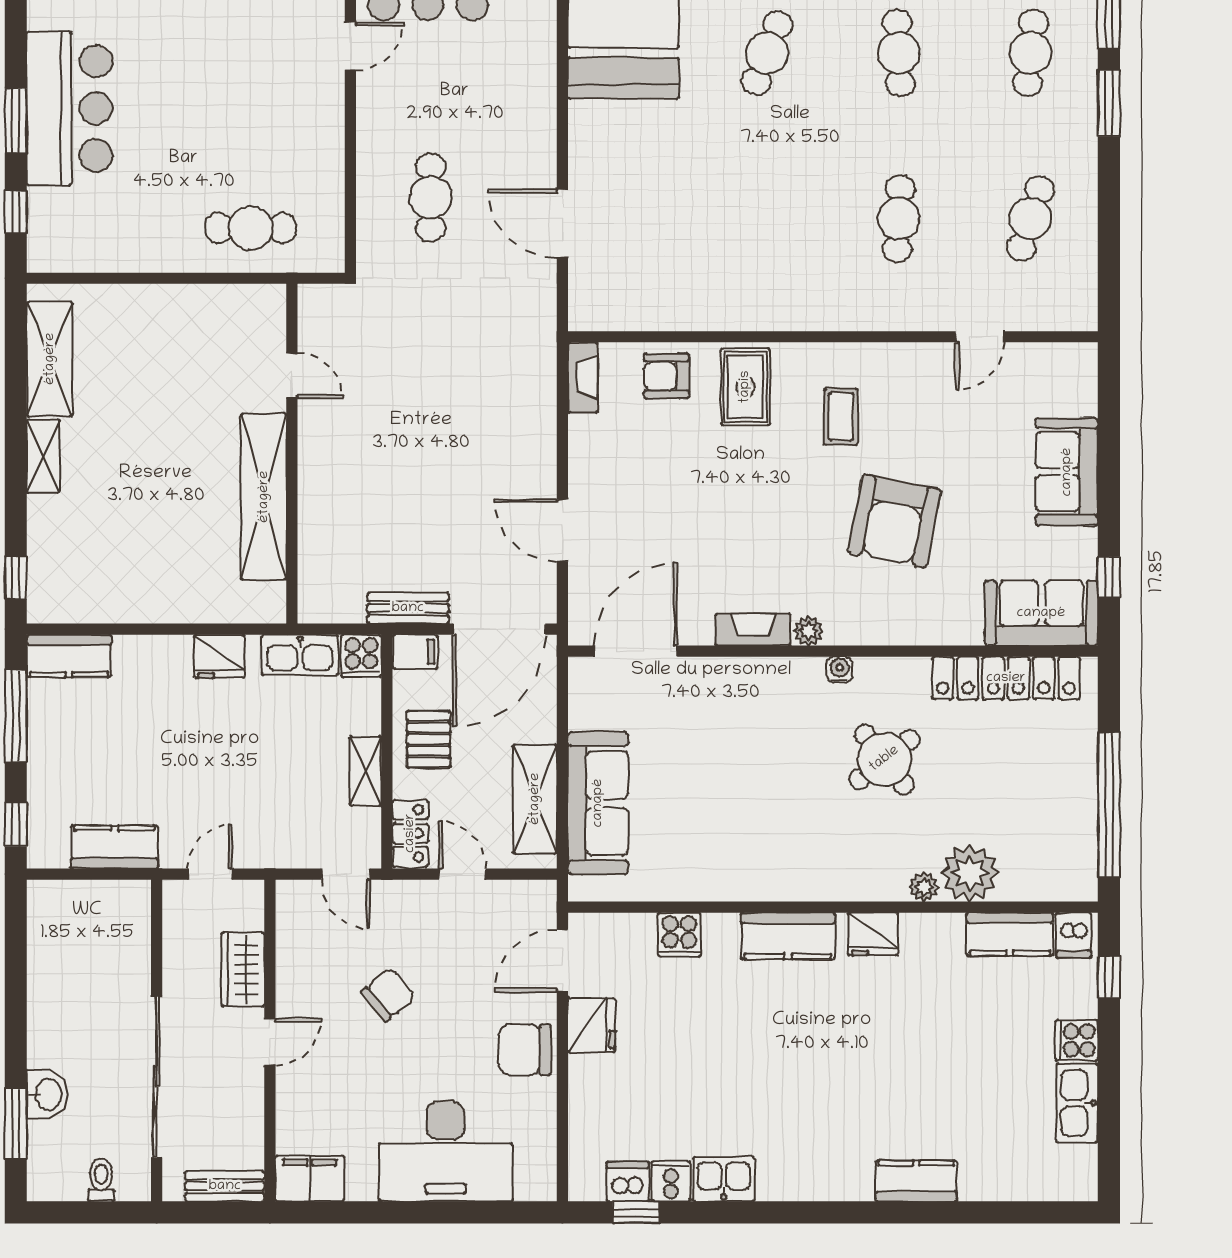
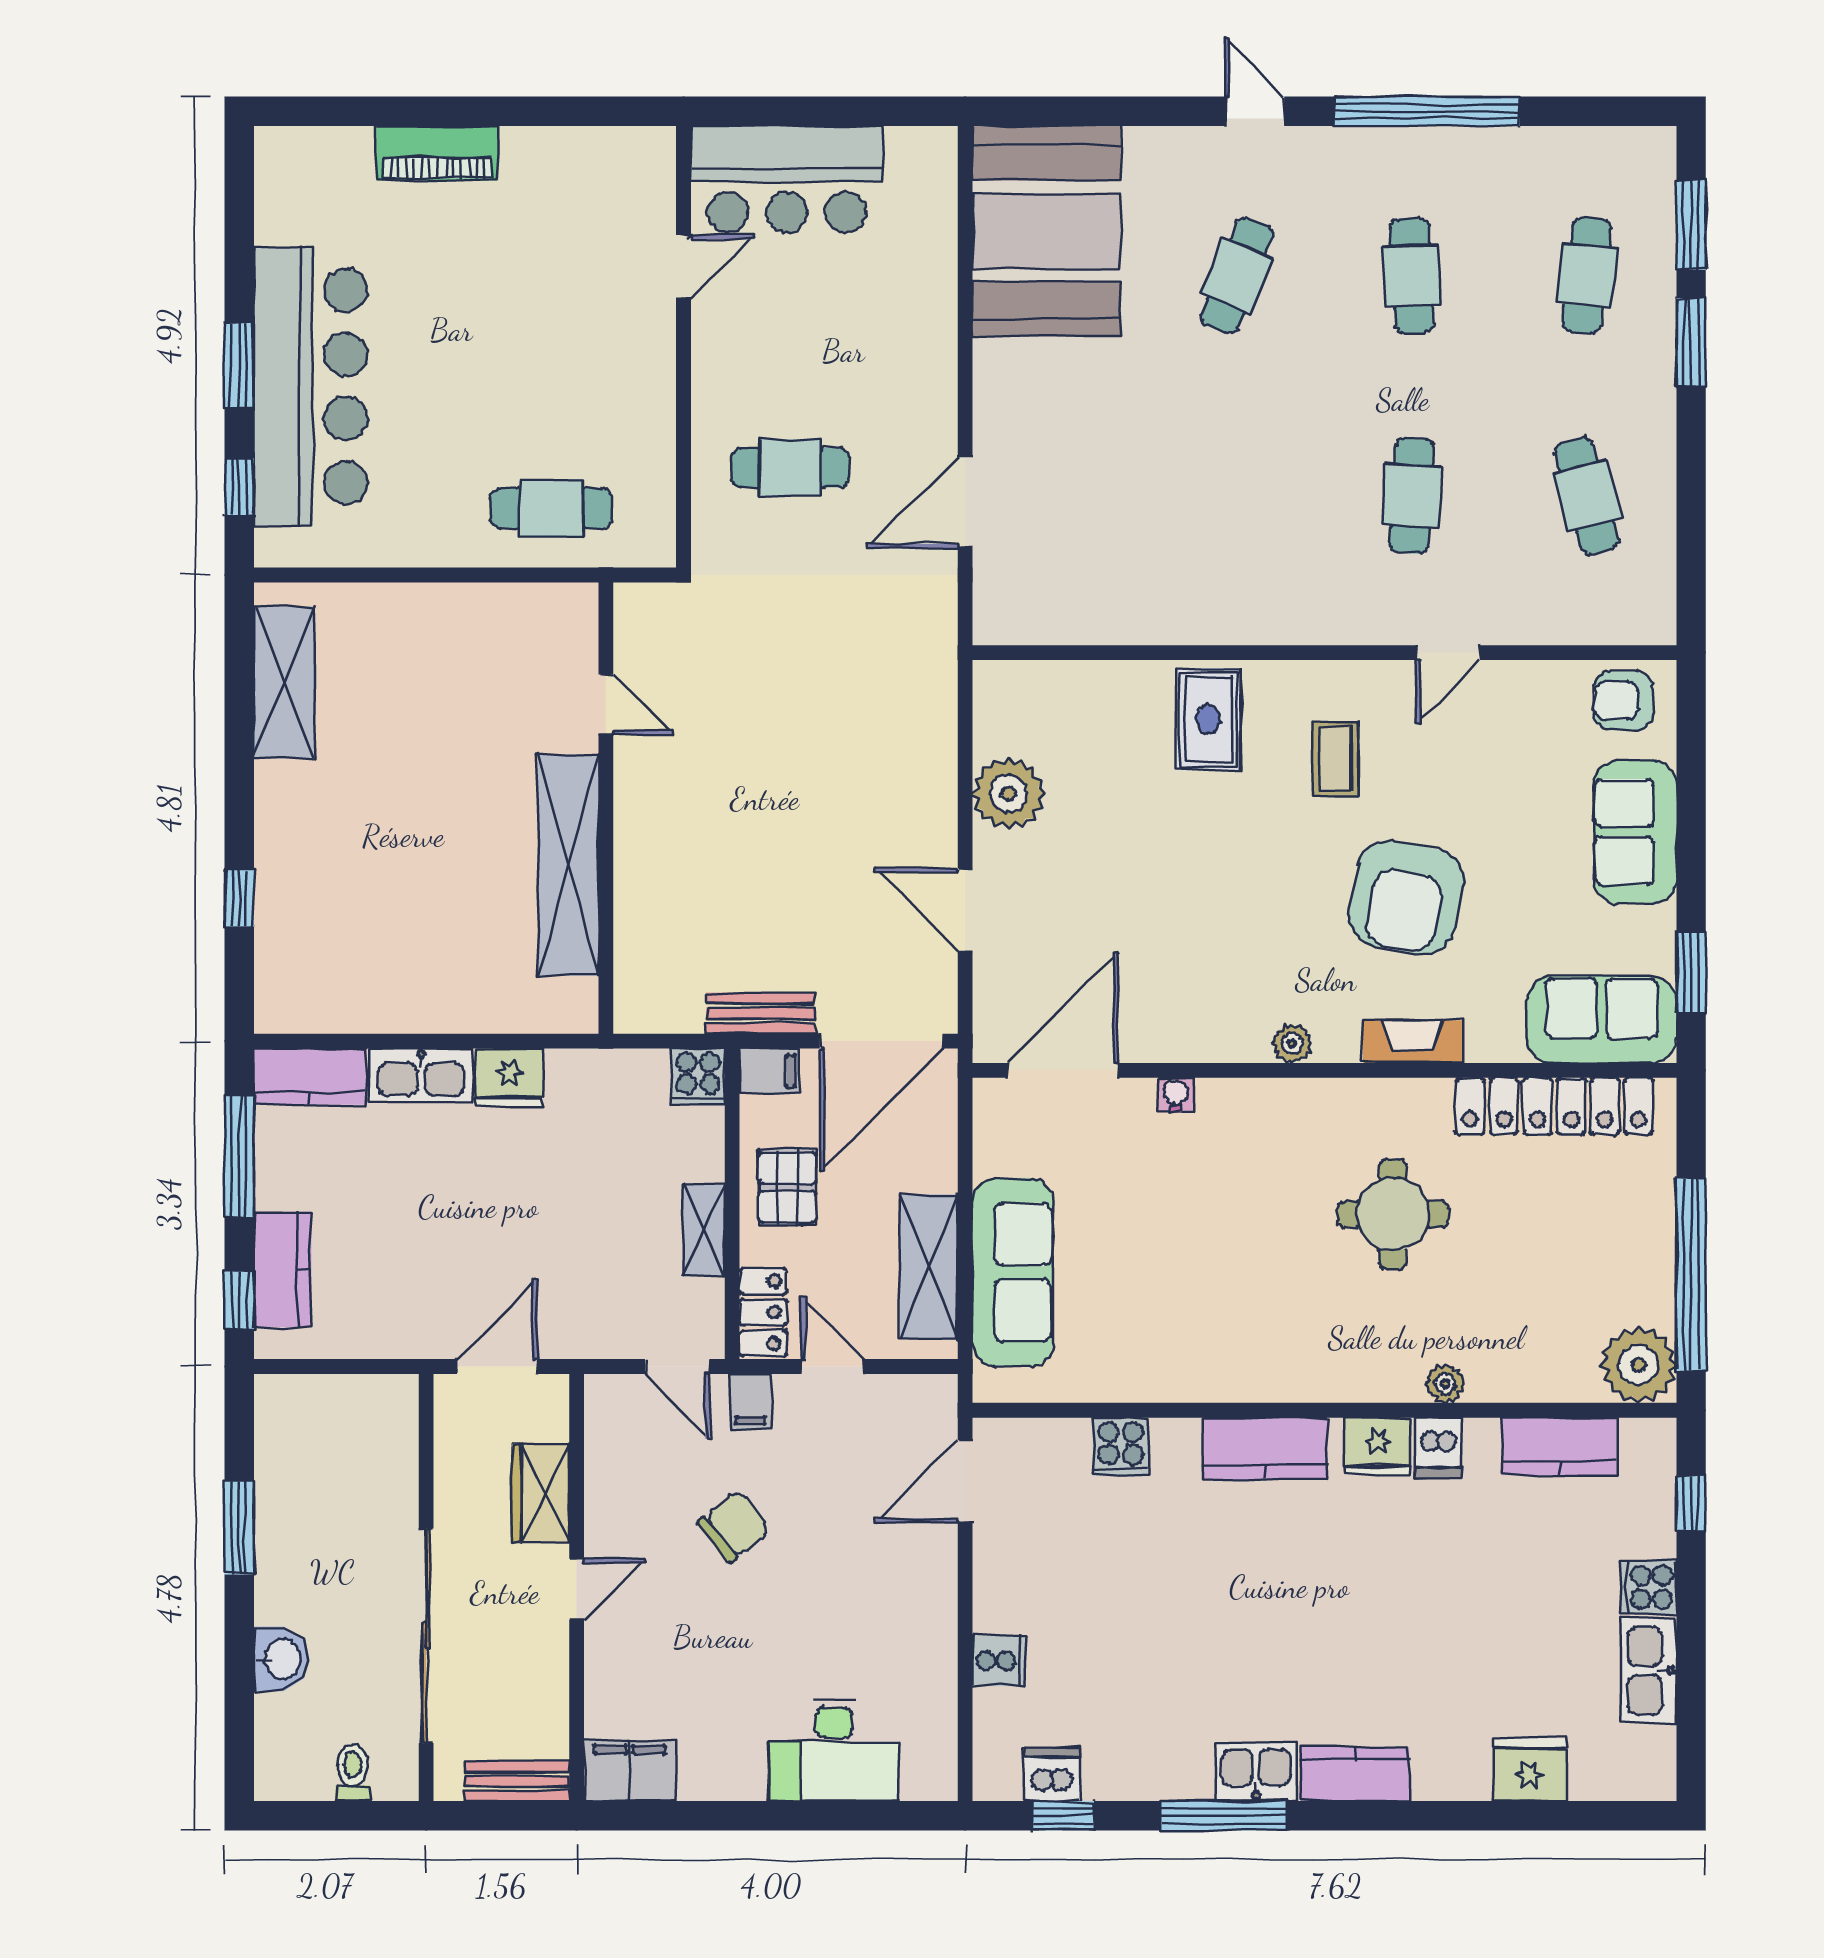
bar counter: (69, 108) -> (311, 386), width x1.36
cafe table: (431, 197) -> (790, 468), turned 90
cafe table: (1030, 218) -> (1587, 496), turned -33
door: (562, 224) -> (965, 503), hinge flipped
door: (980, 337) -> (1448, 653), moved
armchair: (667, 376) -> (1623, 700), moved
fireplace: (583, 377) -> (992, 707), removed
plant: (595, 443) -> (1008, 793), added
shelving: (43, 456) -> (276, 811), removed
window: (1109, 577) -> (1691, 972), width x1.50
window: (16, 578) -> (239, 898), moved
fireplace: (753, 630) -> (1413, 1042), moved
kitchen sink: (300, 655) -> (421, 1075), moved
water cooler: (840, 670) -> (1176, 1095), moved
round table: (884, 759) -> (1393, 1214), turned 38
kitchen counter: (114, 847) -> (283, 1269), moved, turned 90
plant: (970, 873) -> (1639, 1365), moved
door: (210, 874) -> (497, 1367), width x1.38
filing cabinet: (401, 900) -> (750, 1401), added
dishwasher: (1074, 935) -> (1438, 1448), moved
fridge: (591, 1025) -> (1530, 1770), moved, turned -90
chair: (525, 1050) -> (915, 1600), removed
window: (16, 1124) -> (239, 1528), moved
desk: (446, 1151) -> (834, 1750), width x0.73, depth x0.77
kitchen sink: (724, 1179) -> (1256, 1771), moved
cooker: (671, 1181) -> (999, 1661), moved, turned 90
kitchen counter: (916, 1181) -> (1355, 1774), moved
window: (757, 1212) -> (1224, 1816), added

